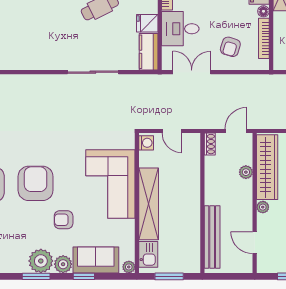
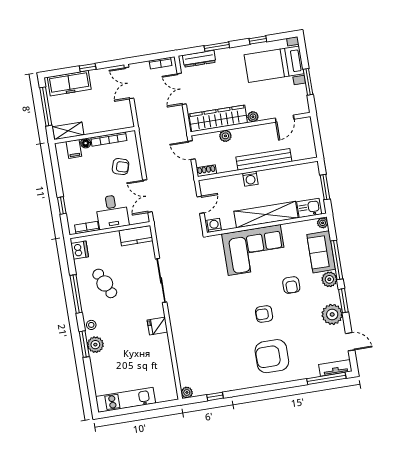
fridge: (147, 23) -> (157, 326), moved, turned 90
armchair: (36, 183) -> (264, 314), width x0.53, depth x0.53
washing machine: (193, 193) -> (250, 179), added
bench: (212, 237) -> (264, 159), moved
plant: (41, 261) -> (332, 314), moved
window: (84, 276) -> (337, 260), width x2.17

